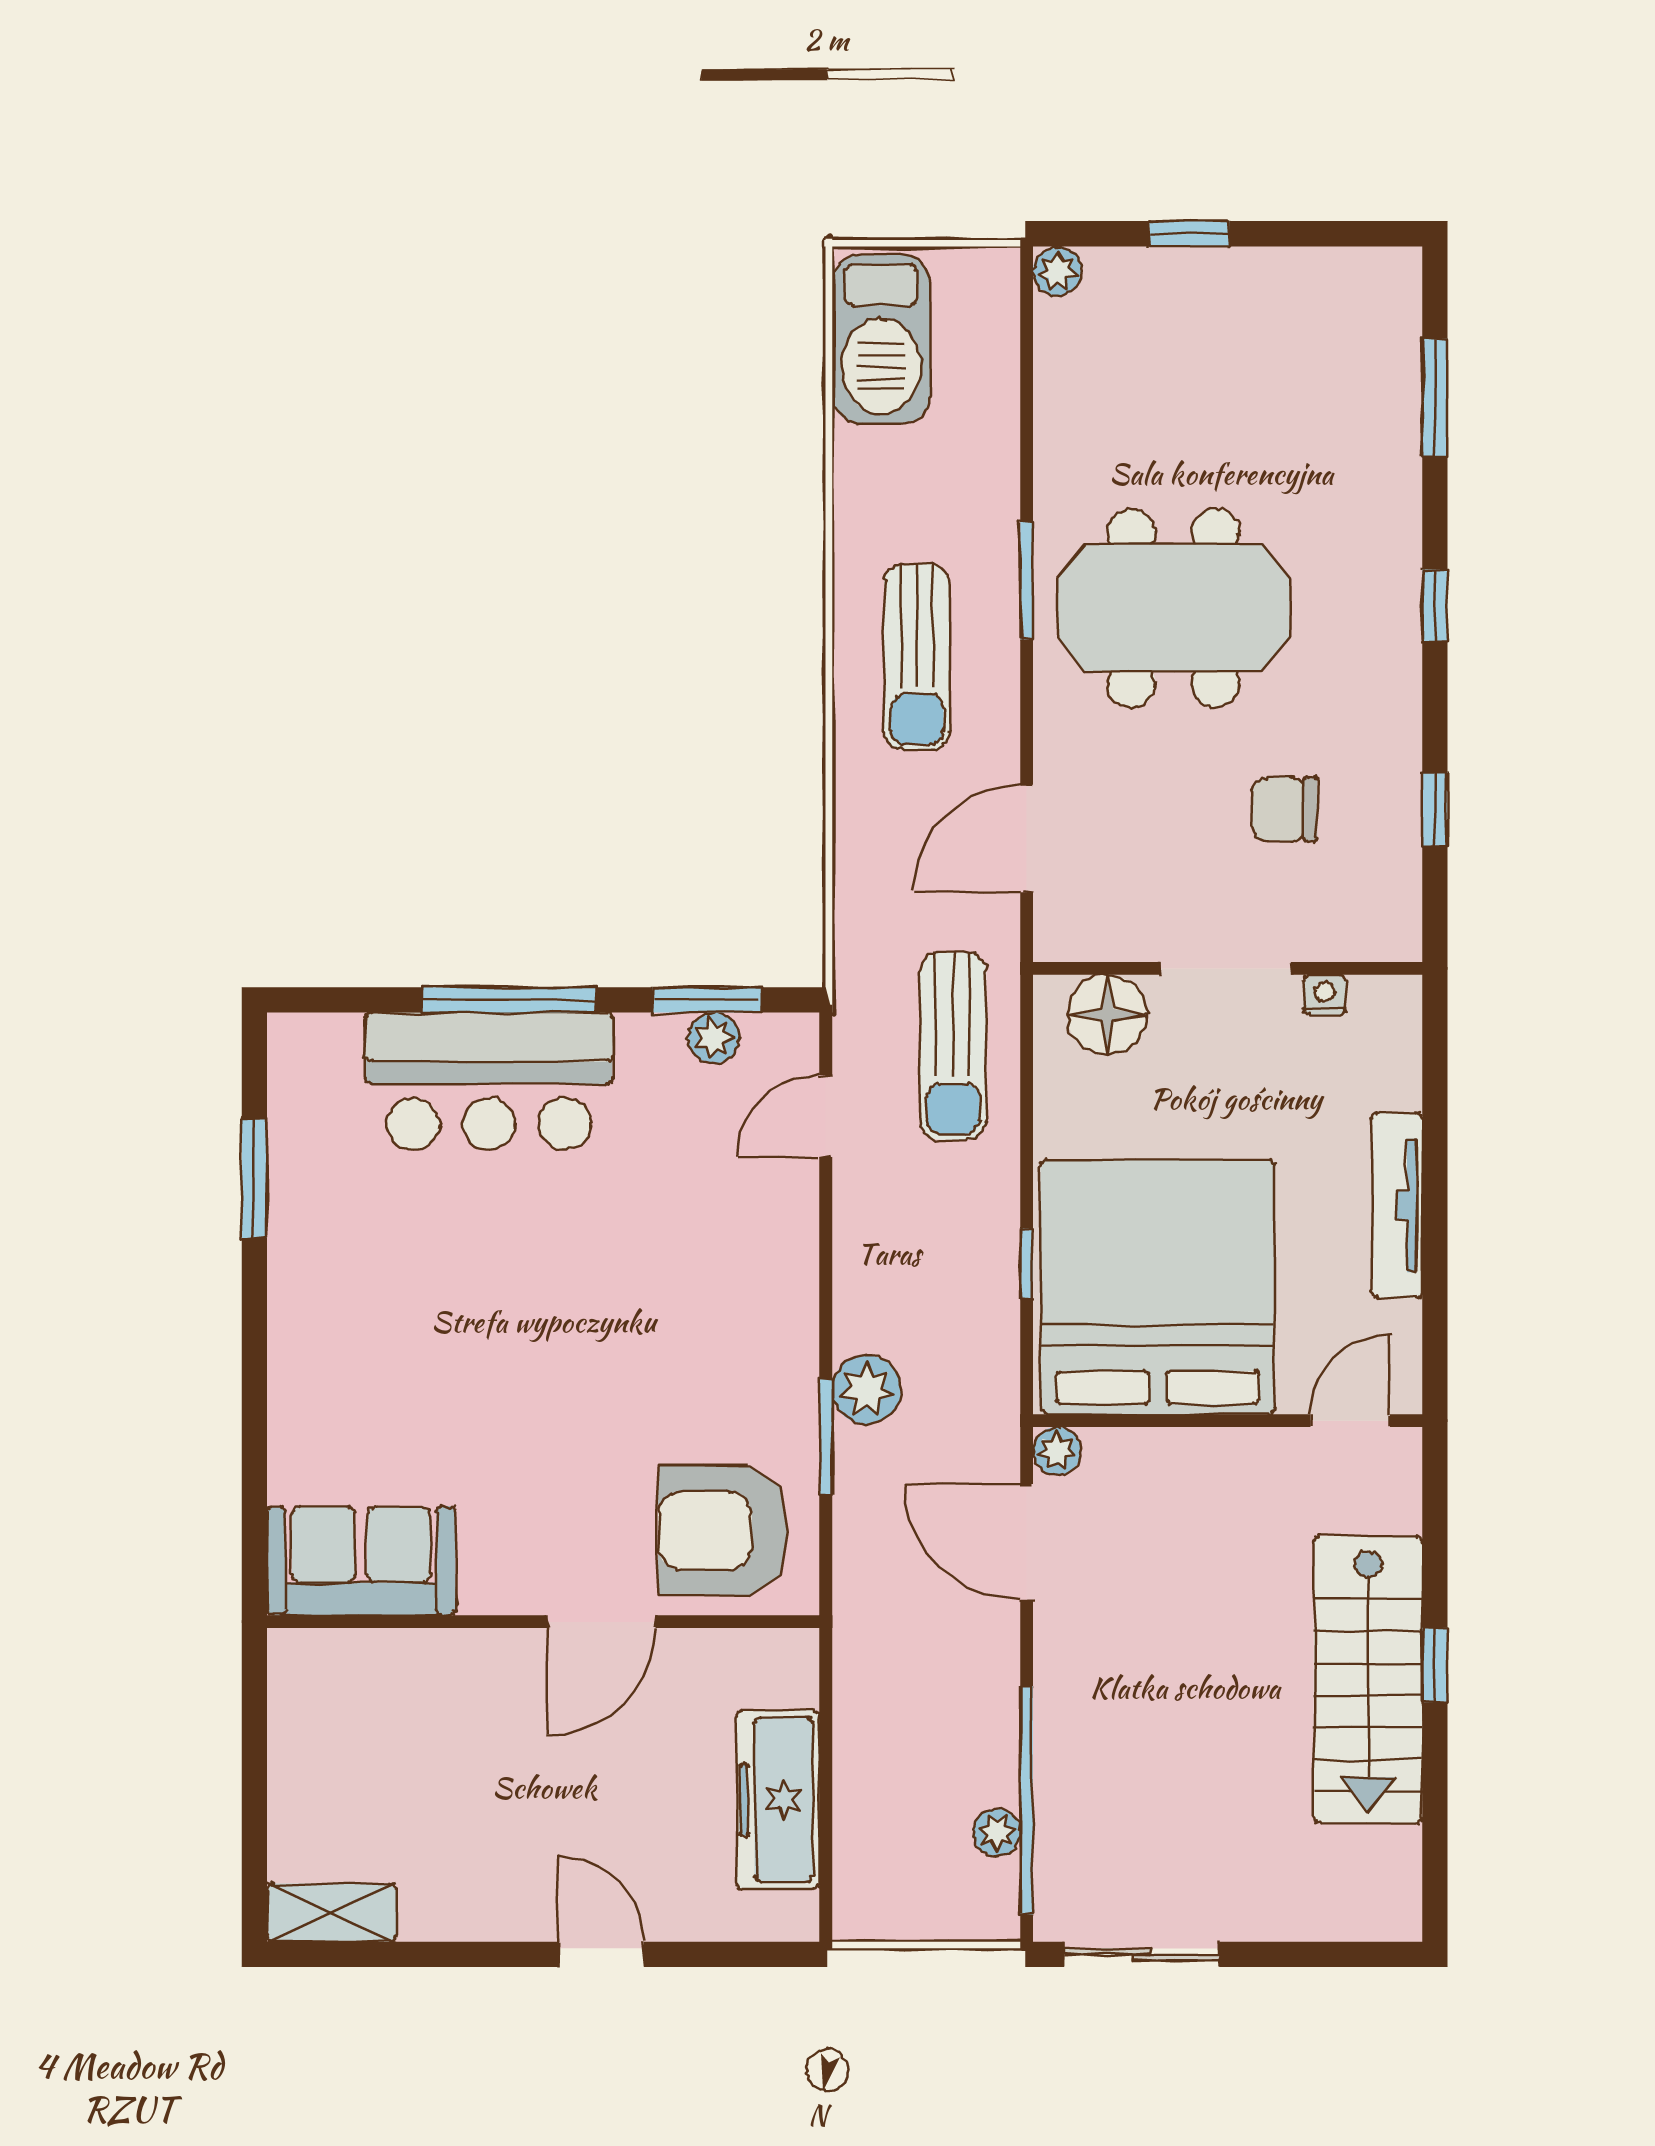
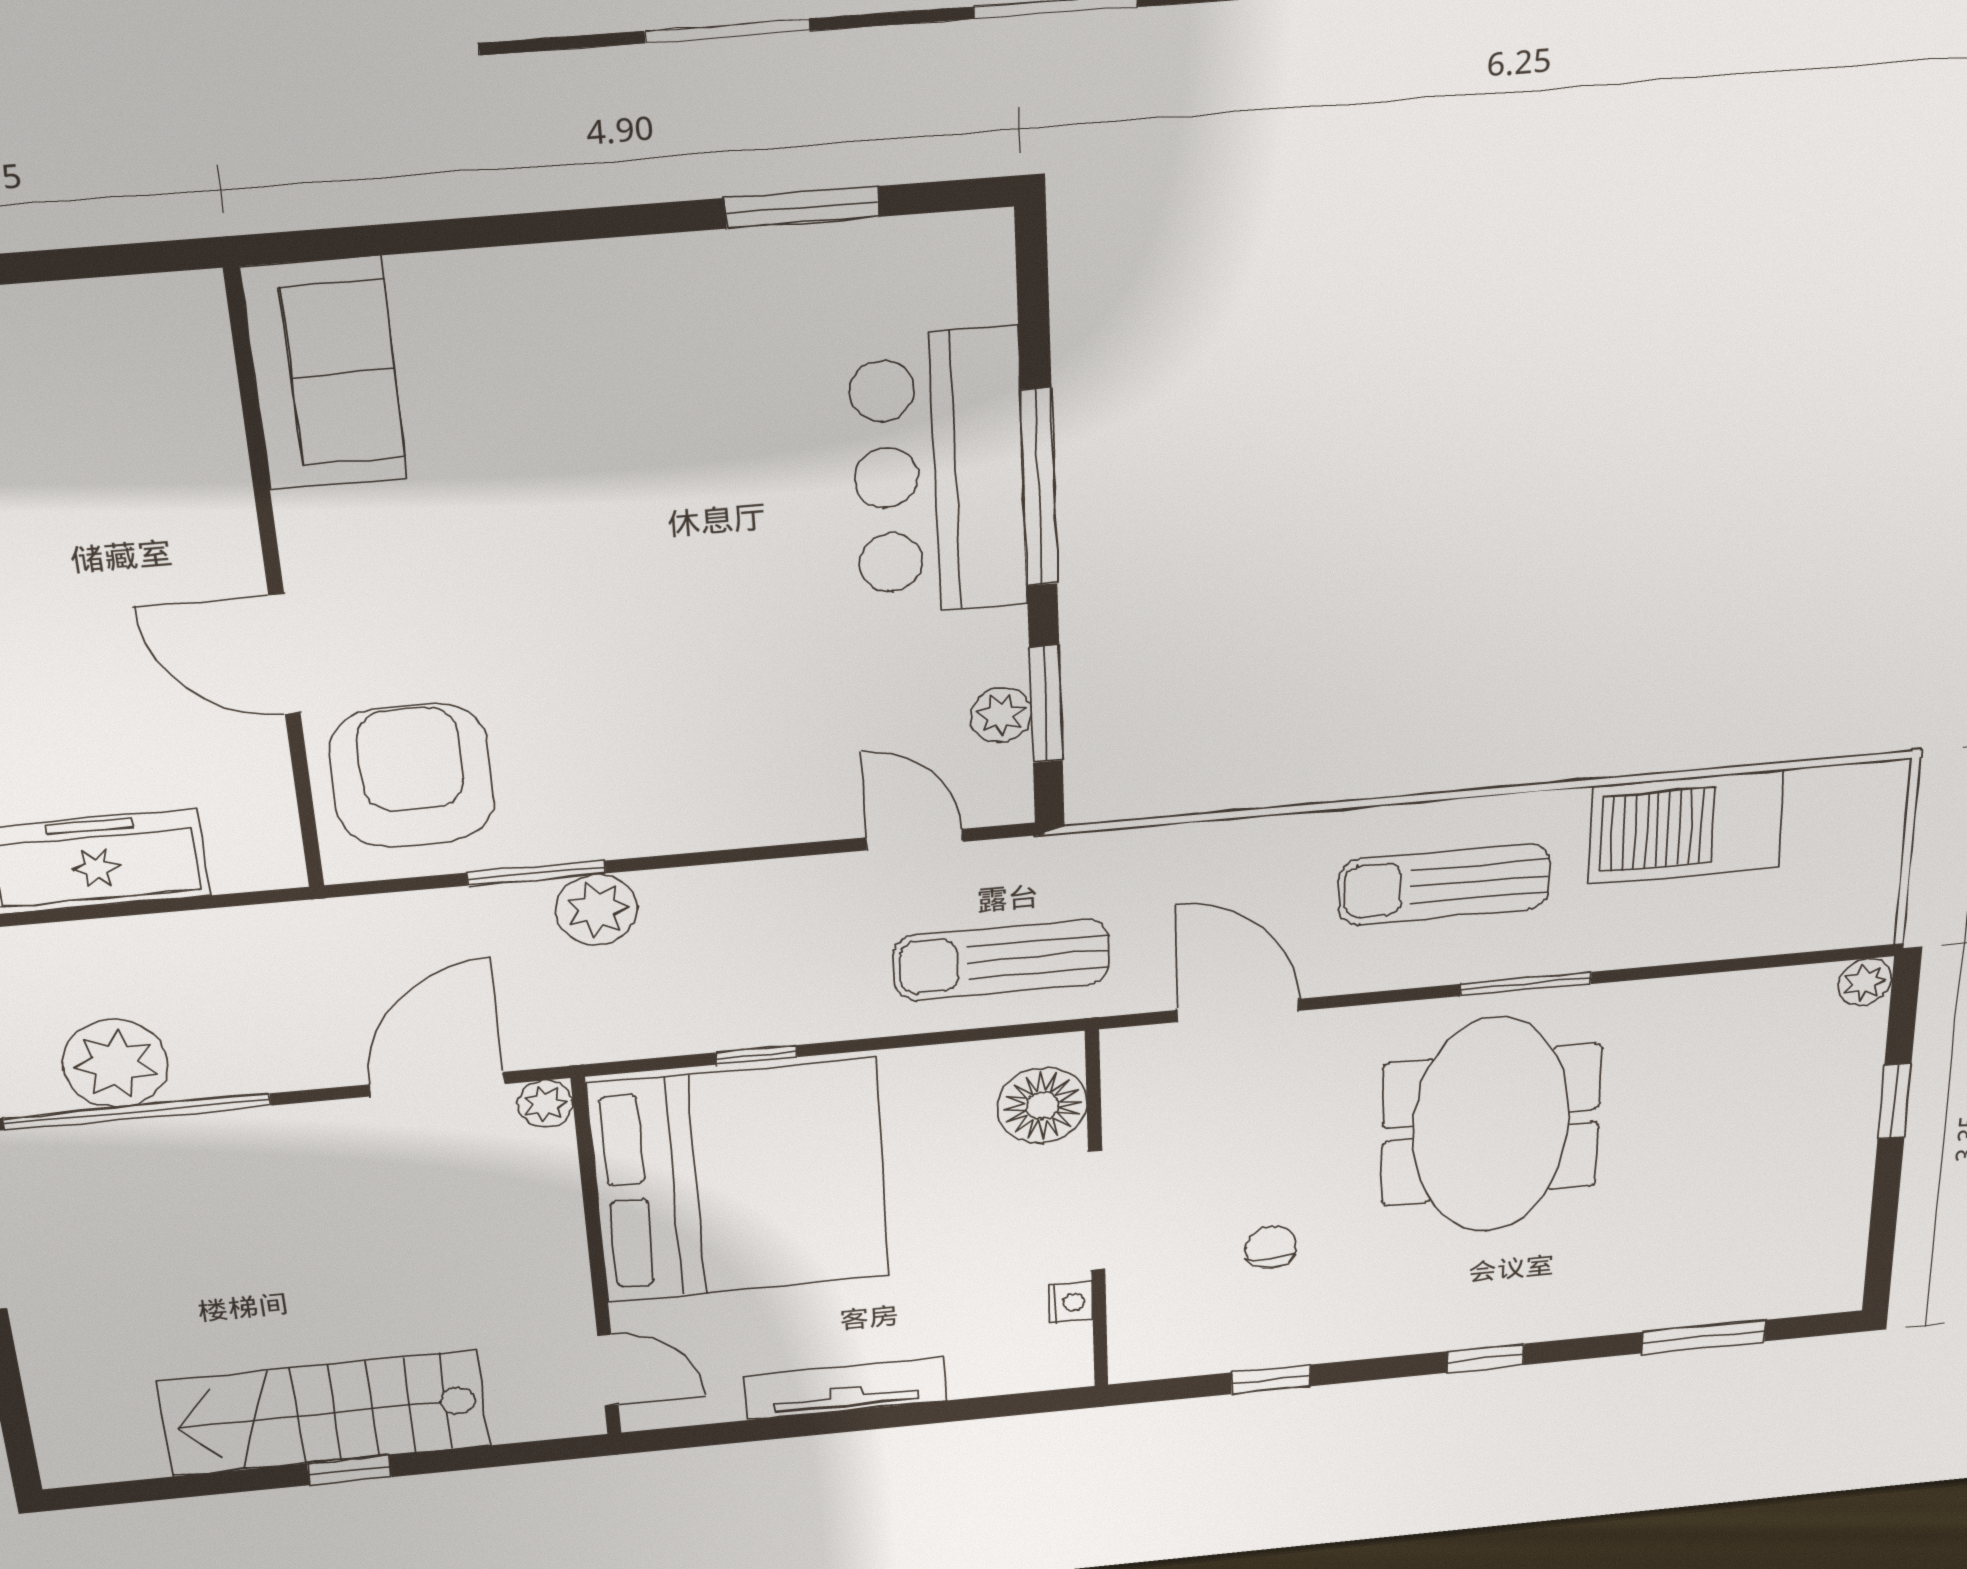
barbecue: (881, 339) -> (1686, 827), moved
chair: (1285, 809) -> (1271, 1247), width x0.73, depth x0.73
plant: (997, 1832) -> (116, 1064), width x1.88, depth x1.88

